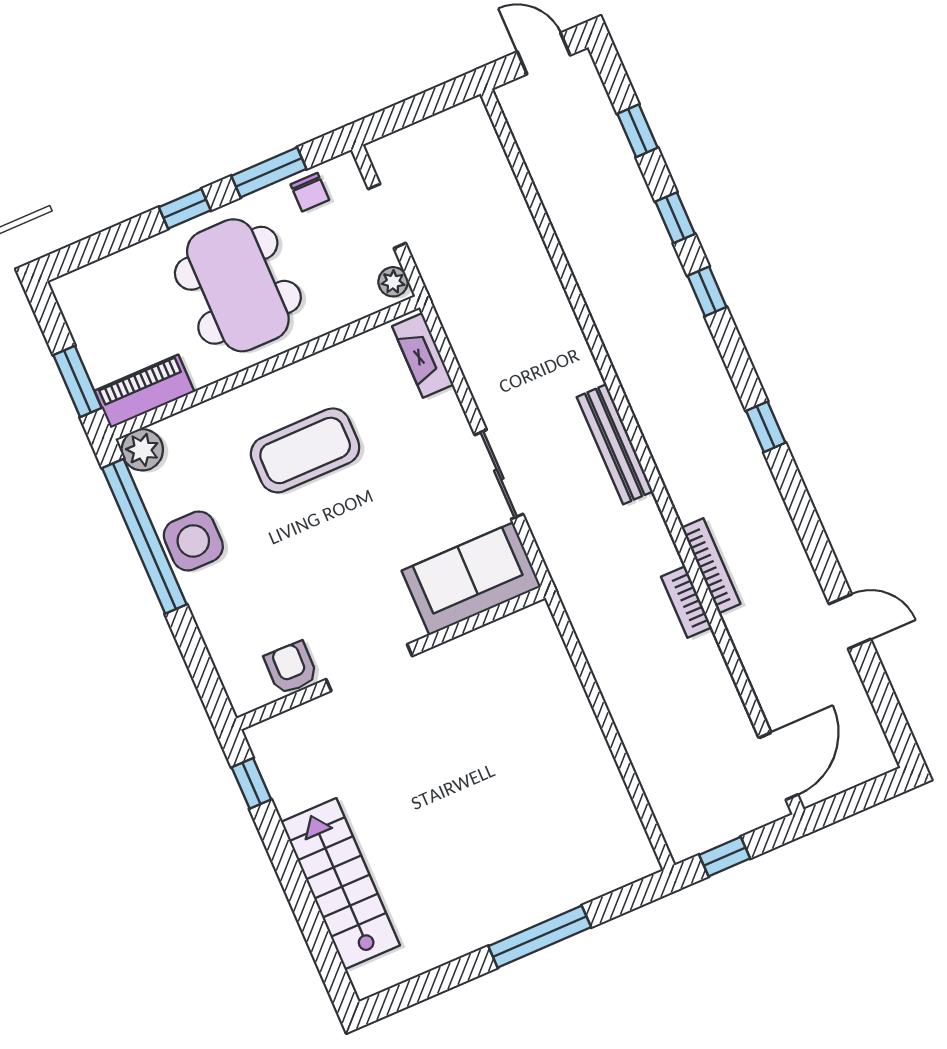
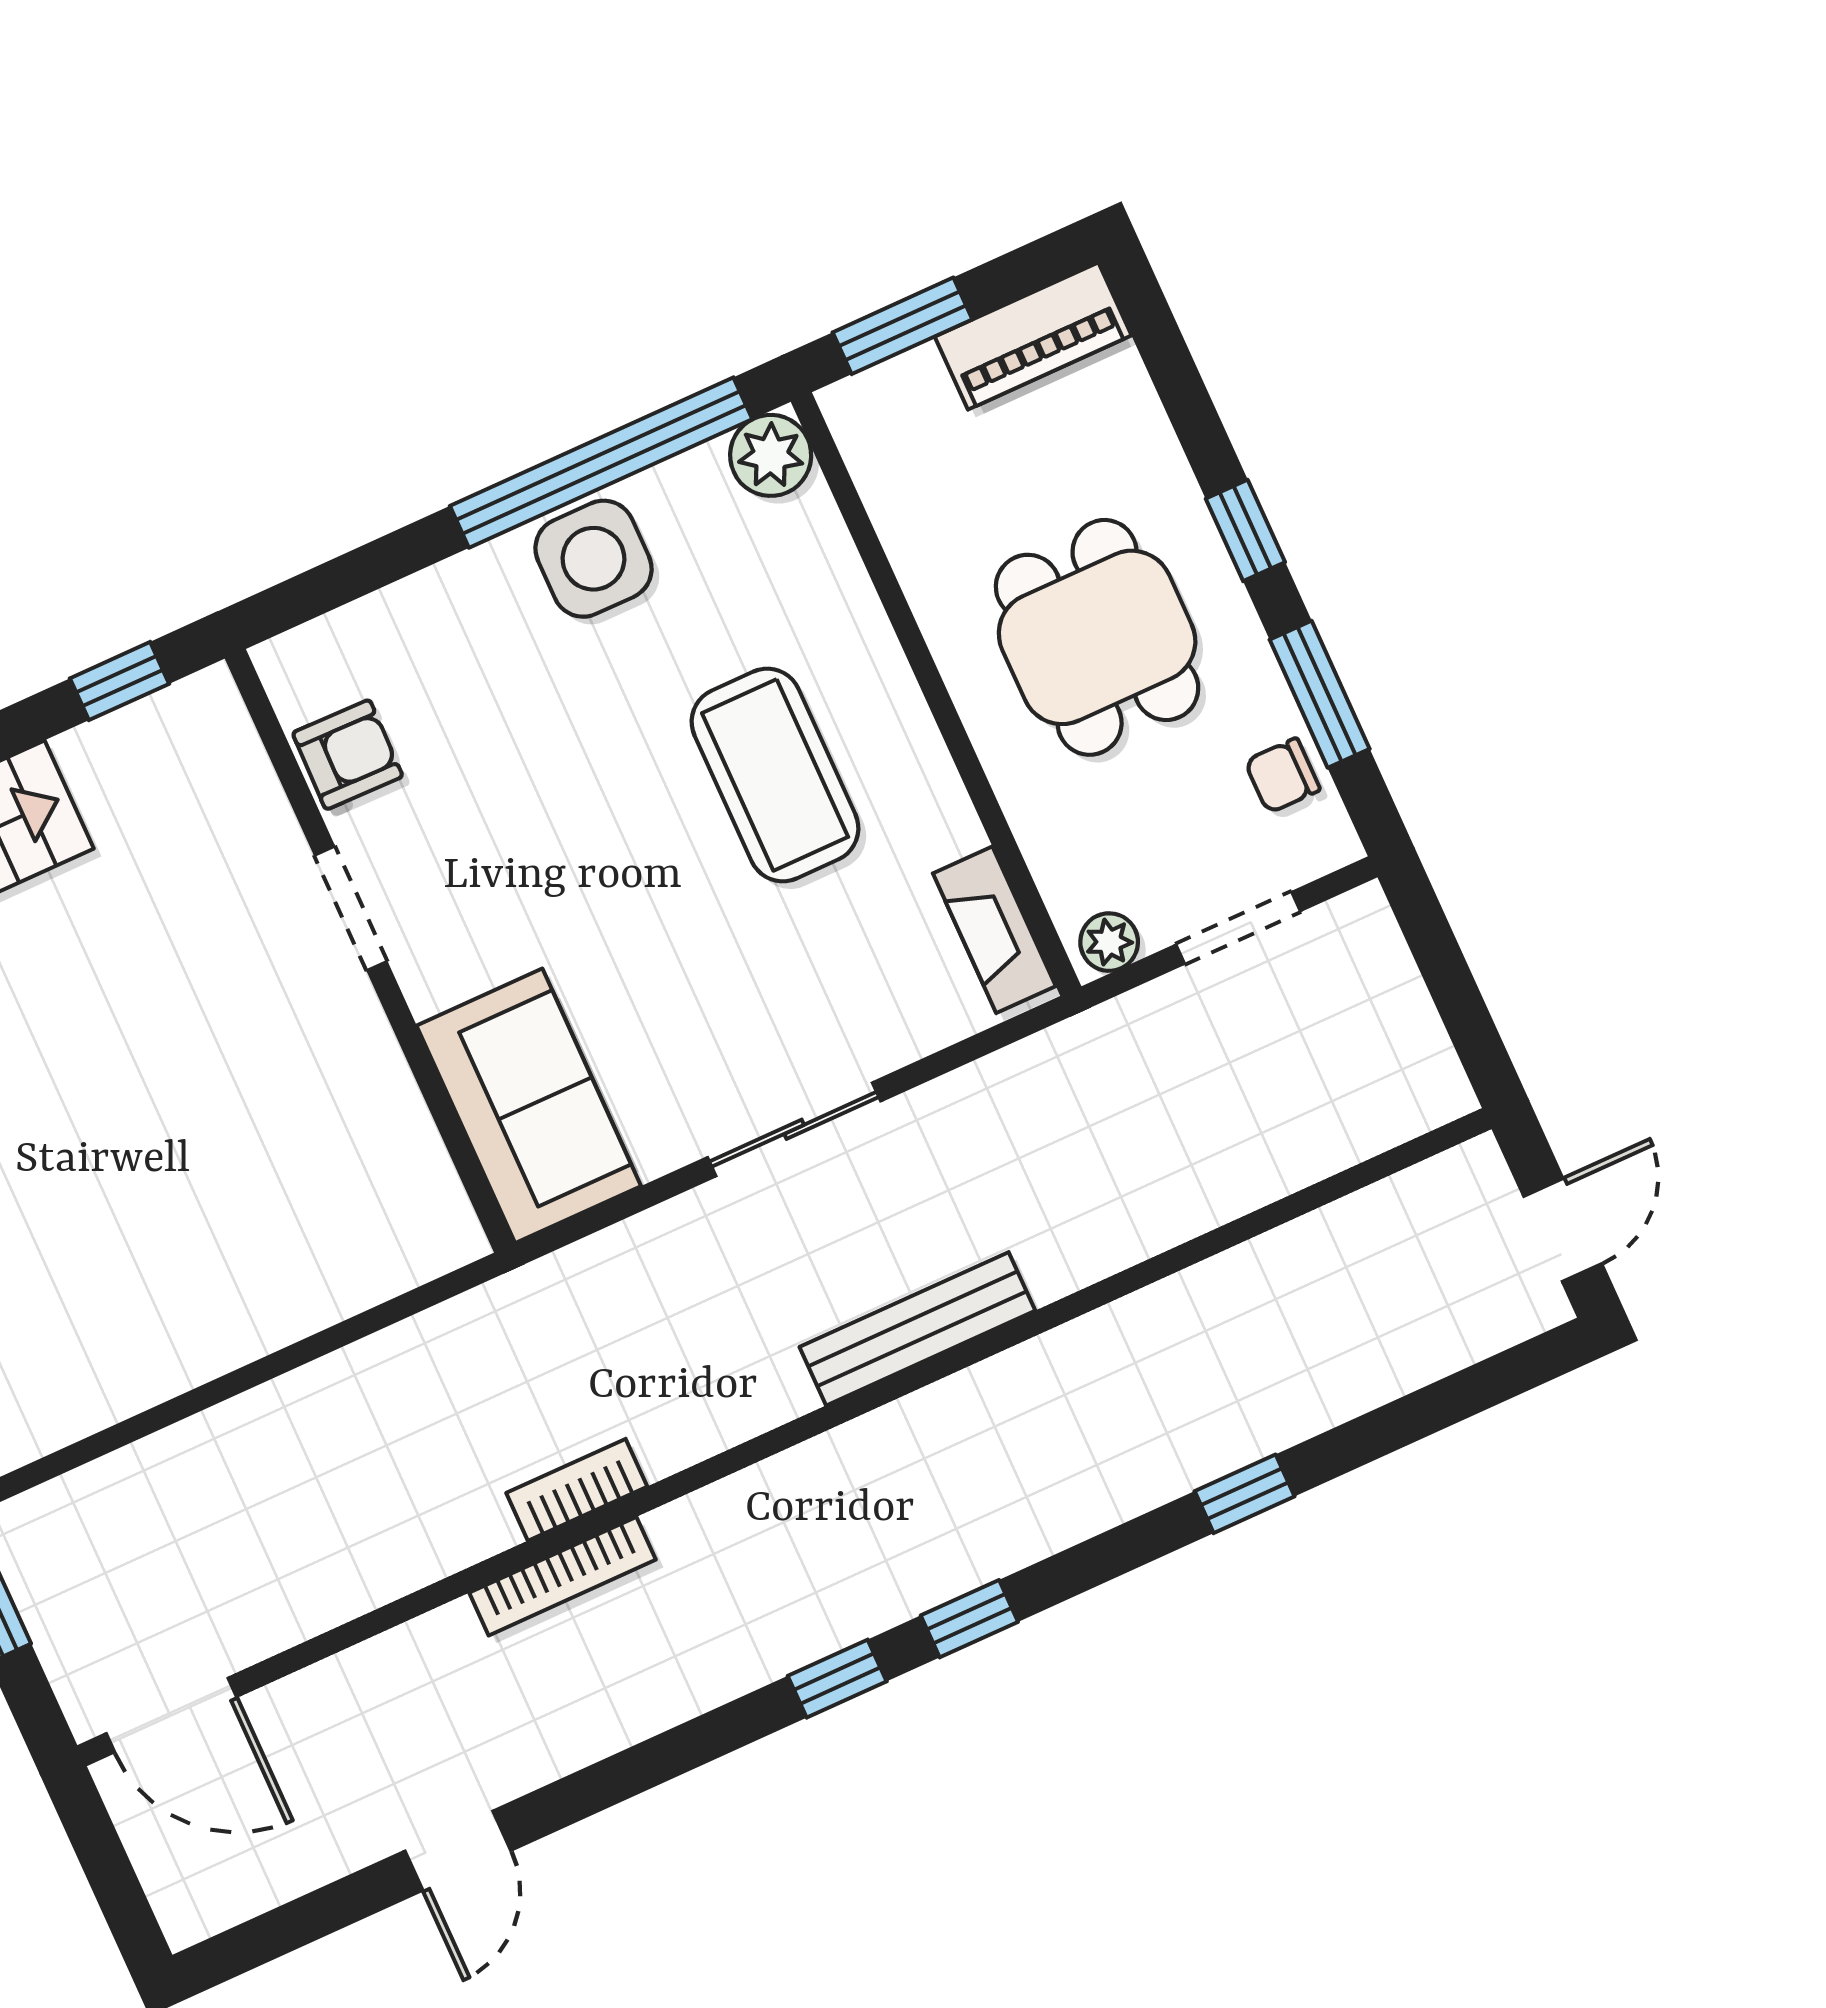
window: (638, 131) -> (1414, 1417), removed
dining table: (238, 285) -> (1097, 637), width x0.73
window: (707, 291) -> (969, 1619), moved
fireplace: (423, 355) -> (994, 930), moved, turned -90
piano: (144, 391) -> (1033, 336), moved, turned 90
bench: (615, 444) -> (917, 1329), moved
sliding door: (499, 474) -> (794, 1129), moved
bookcase: (686, 602) -> (577, 1490), moved
doorway: (369, 668) -> (351, 908), width x0.73

